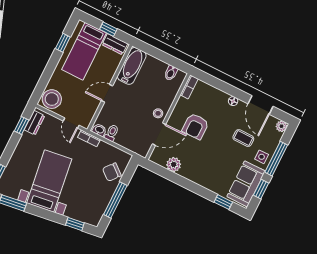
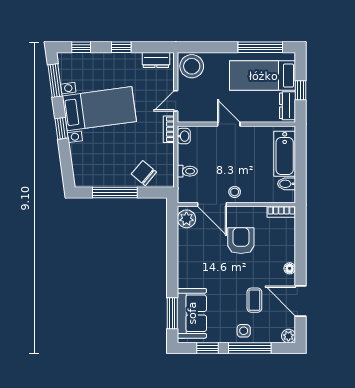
window: (63, 43) -> (260, 47), width x2.17
bathtub: (132, 66) -> (285, 154), moved, turned 90
door: (261, 105) -> (300, 301), hinge flipped
window: (22, 126) -> (121, 47), moved
armchair: (196, 126) -> (241, 241), turned 90
toilet: (112, 133) -> (187, 171), moved
plant: (174, 165) -> (186, 219), moved
sofa: (246, 184) -> (192, 313), moved, turned 90
window: (223, 202) -> (172, 313), width x1.50
window: (75, 224) -> (61, 128), moved

